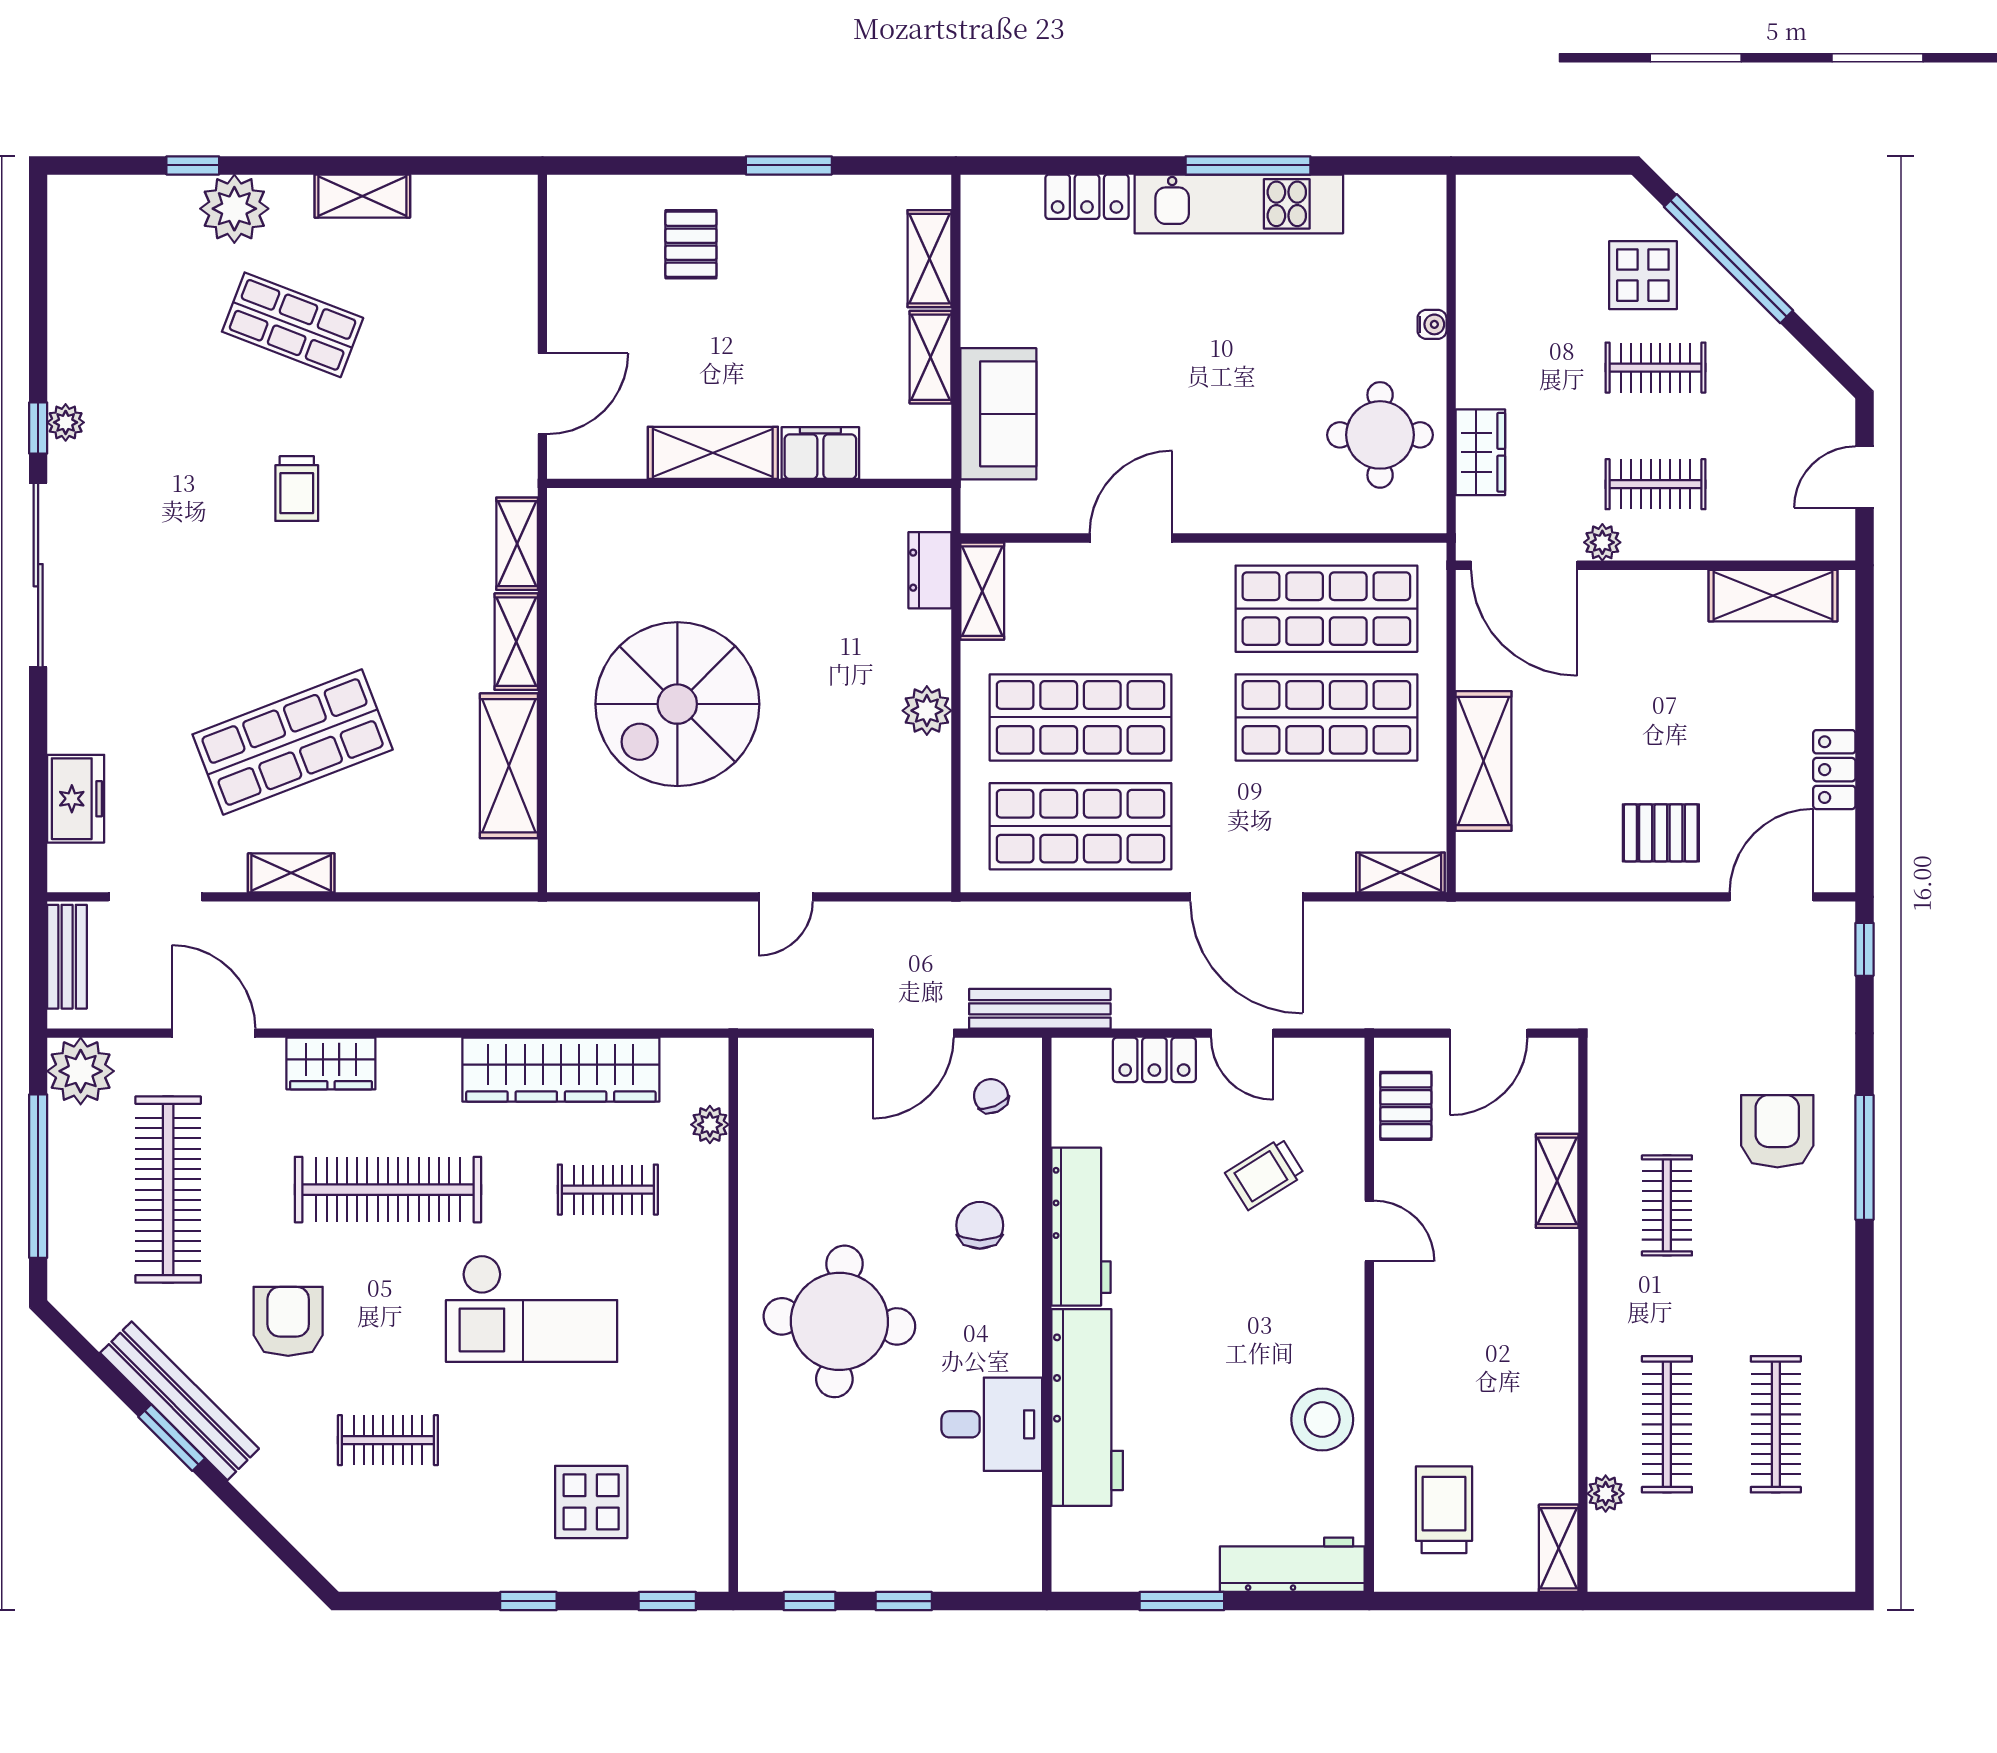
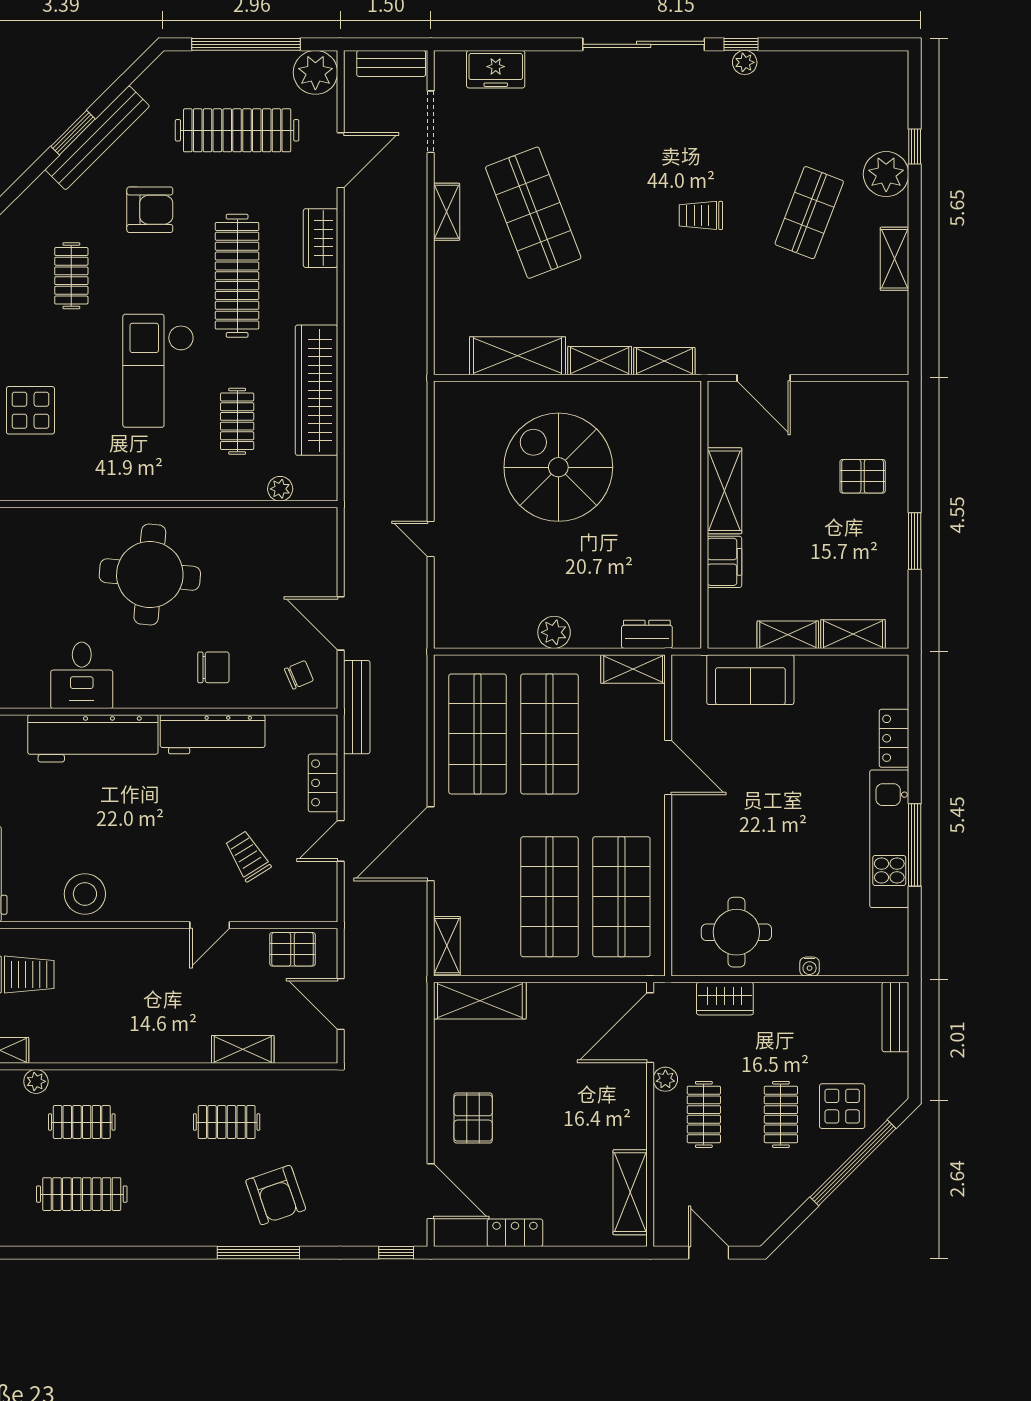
bench: (1508, 195) -> (895, 1017), added
shelving: (1484, 761) -> (480, 1001), moved
armchair: (1777, 1131) -> (276, 1195), turned 71
clothes rail: (1667, 1424) -> (82, 1122), width x0.73

